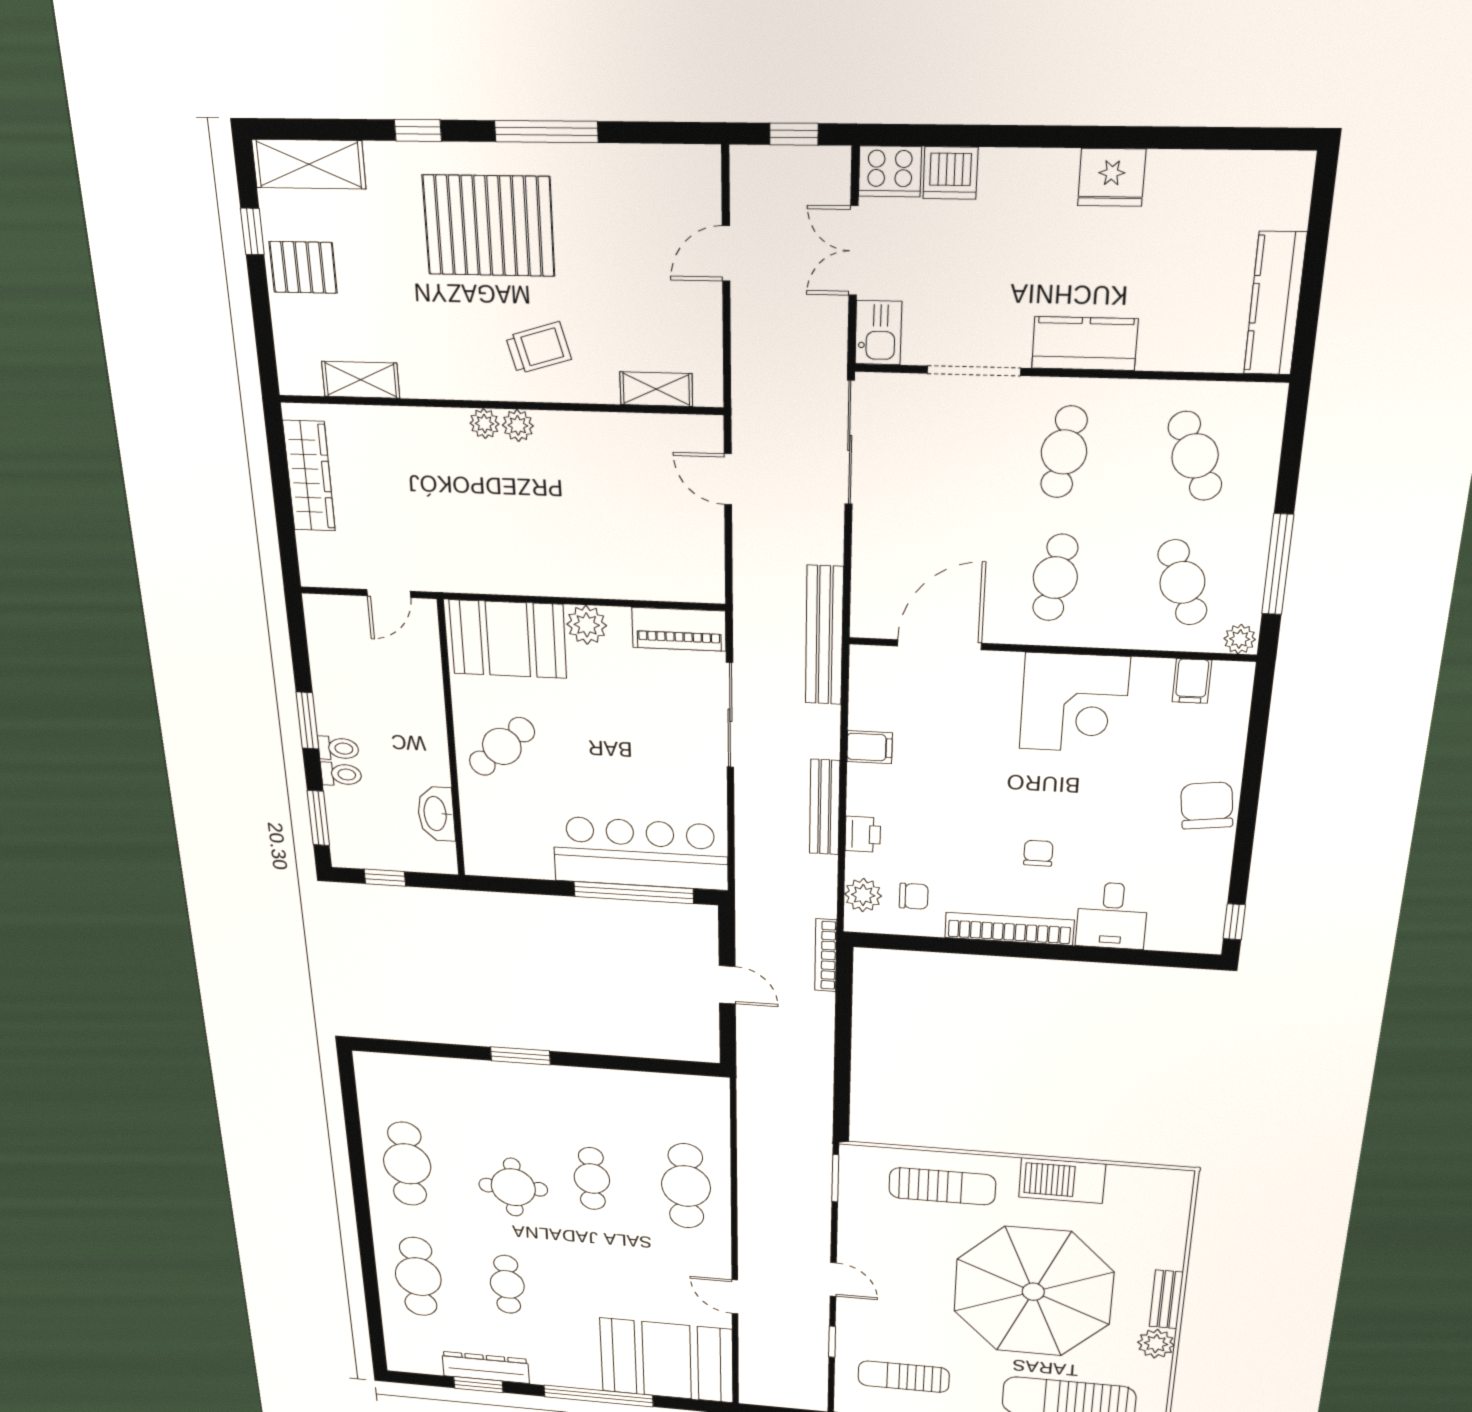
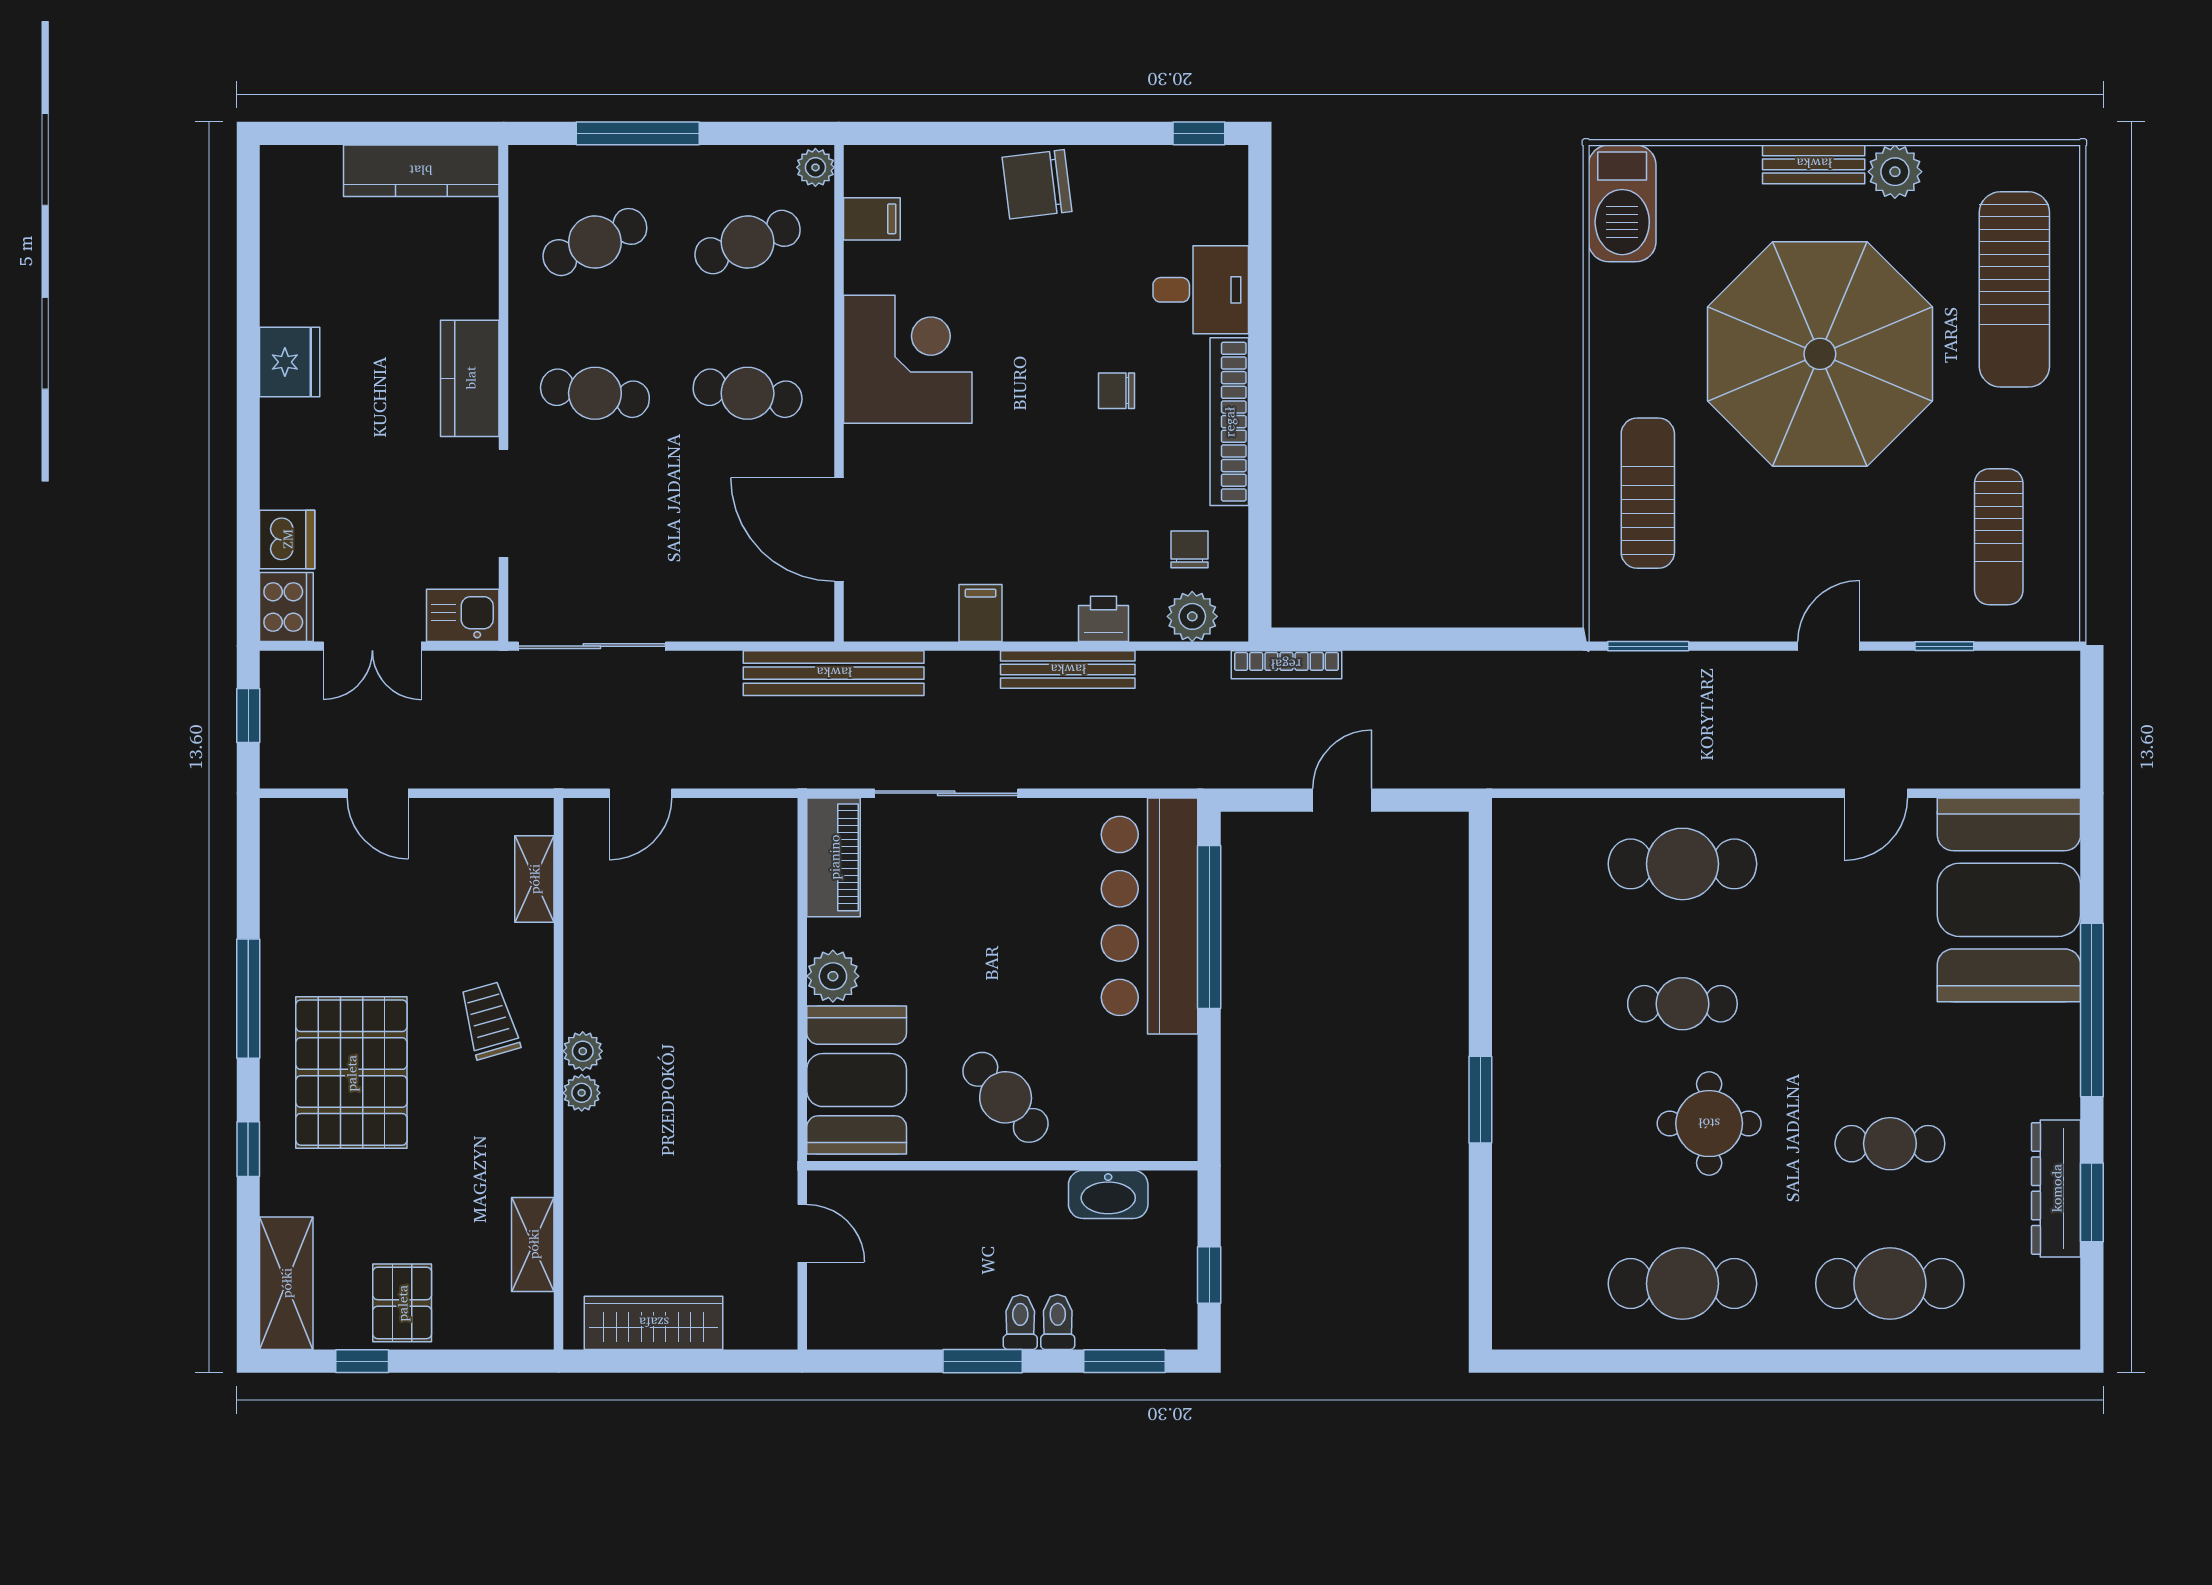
window: (1278, 565) -> (638, 133), moved
barbecue: (1062, 1181) -> (1622, 203), moved

